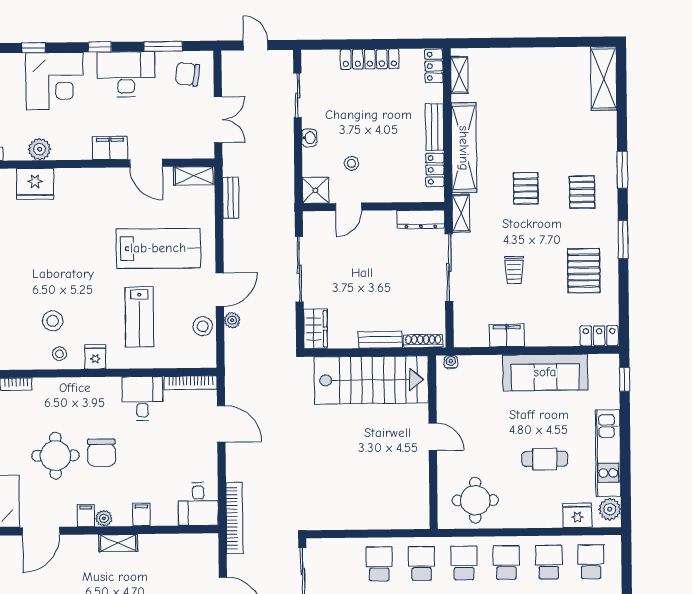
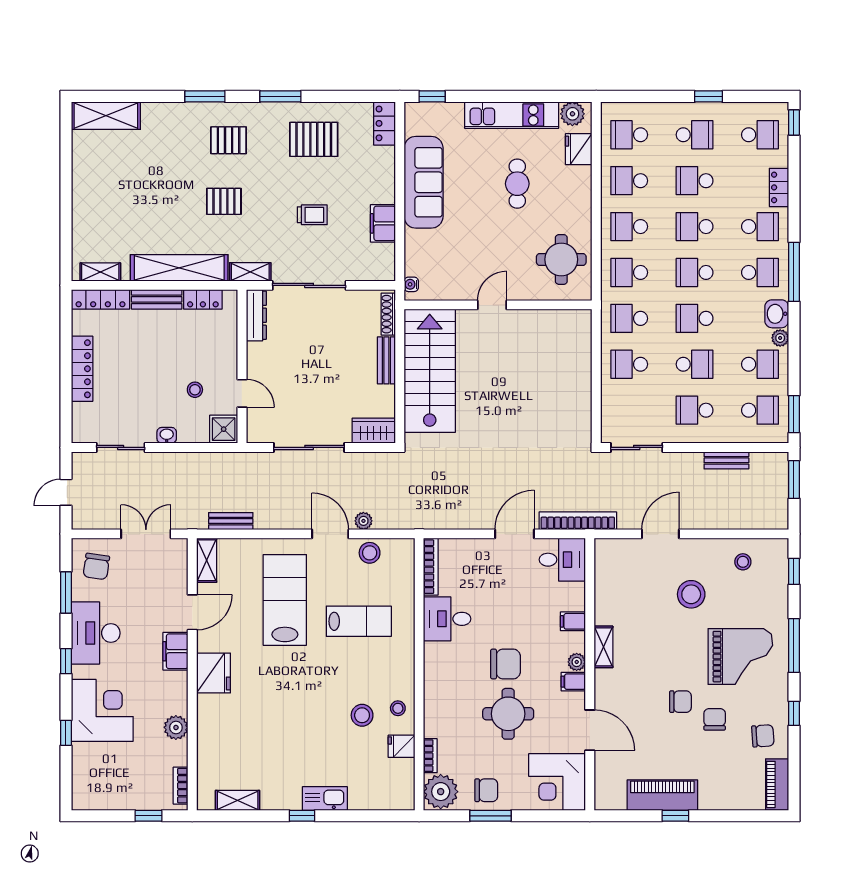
locker: (434, 66) -> (101, 299), width x1.53
fridge: (35, 184) -> (214, 673), moved
fridge: (95, 357) -> (402, 746), moved
door: (221, 424) -> (515, 534), moved

